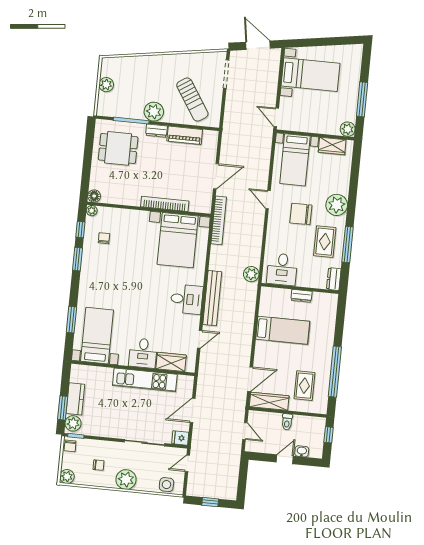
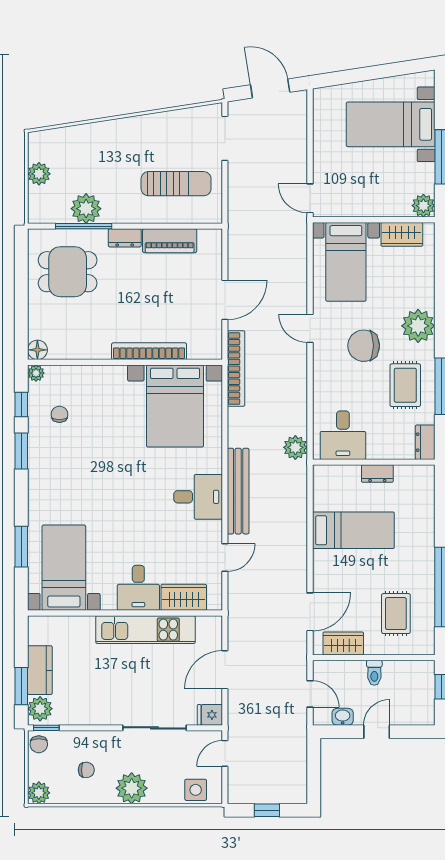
bed with nightstands: (310, 75) -> (391, 124), moved, turned 180
sun lounger: (192, 100) -> (176, 184), turned -57
plant: (154, 112) -> (86, 209), moved
wardrobe: (269, 401) -> (343, 643), width x0.67
washbasin: (302, 451) -> (343, 717), moved

